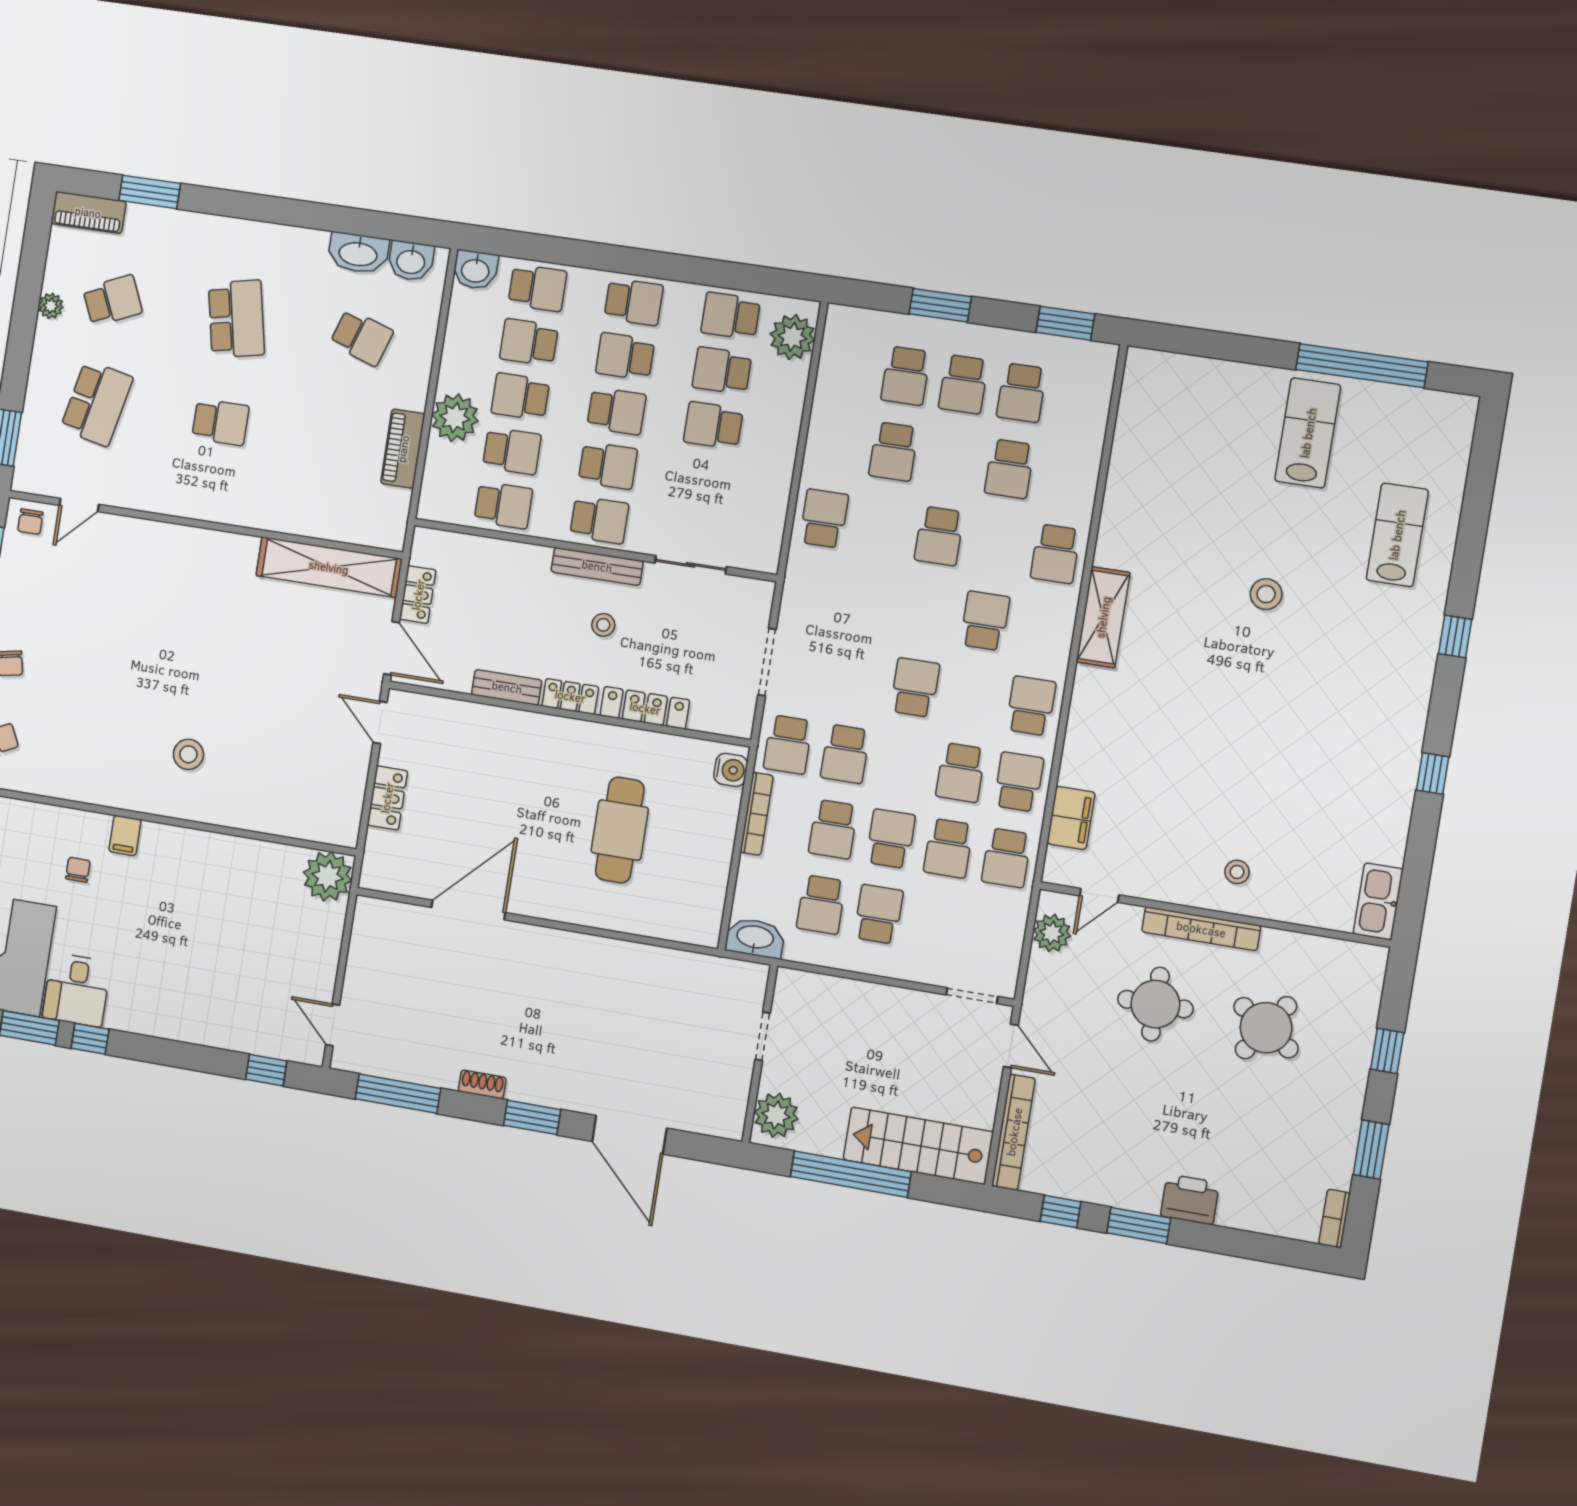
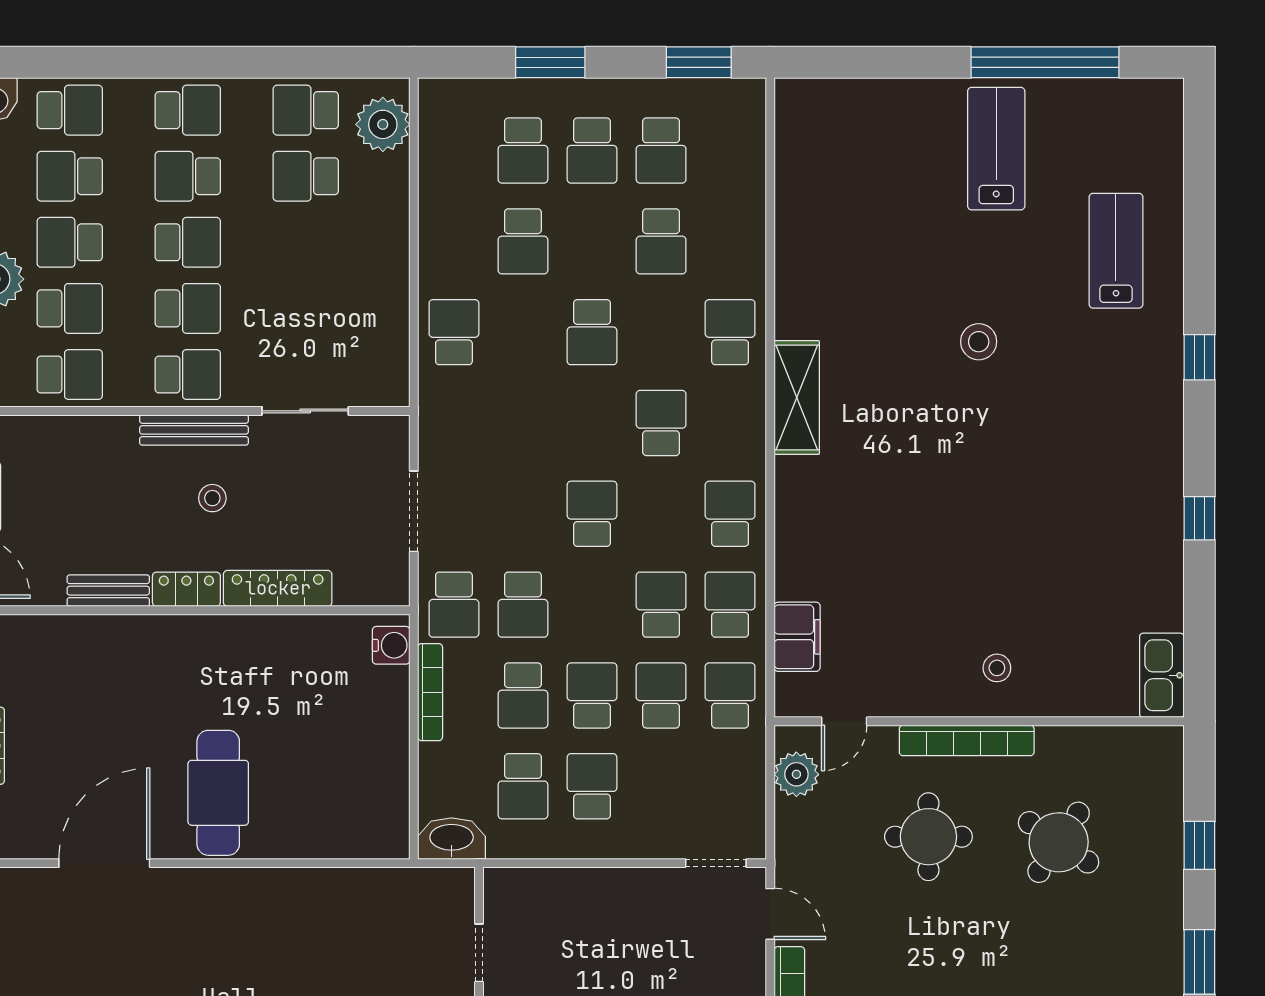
school desk: (713, 425) -> (306, 242), removed
school desk: (1055, 554) -> (730, 332), turned 180
school desk: (961, 773) -> (661, 605), turned 180
cafe table: (620, 830) -> (218, 793), moved
school desk: (948, 848) -> (661, 695), turned 180
school desk: (1006, 858) -> (730, 695), turned 180

